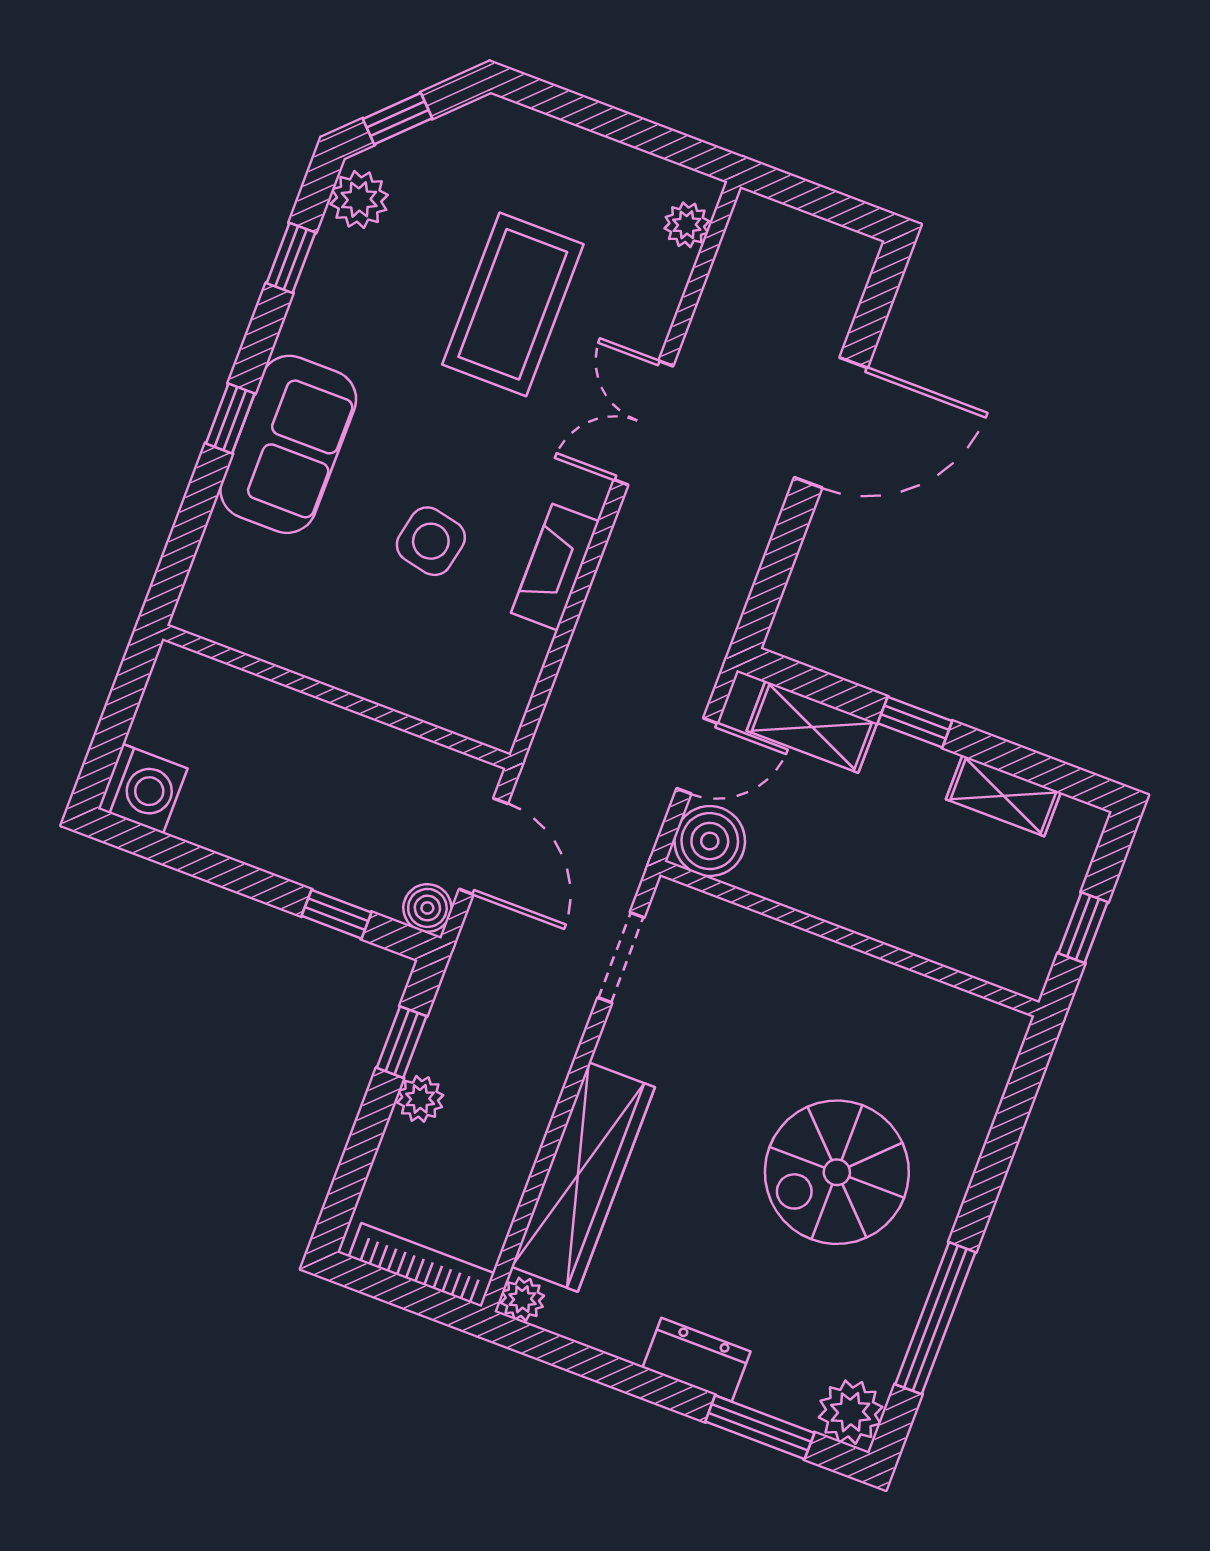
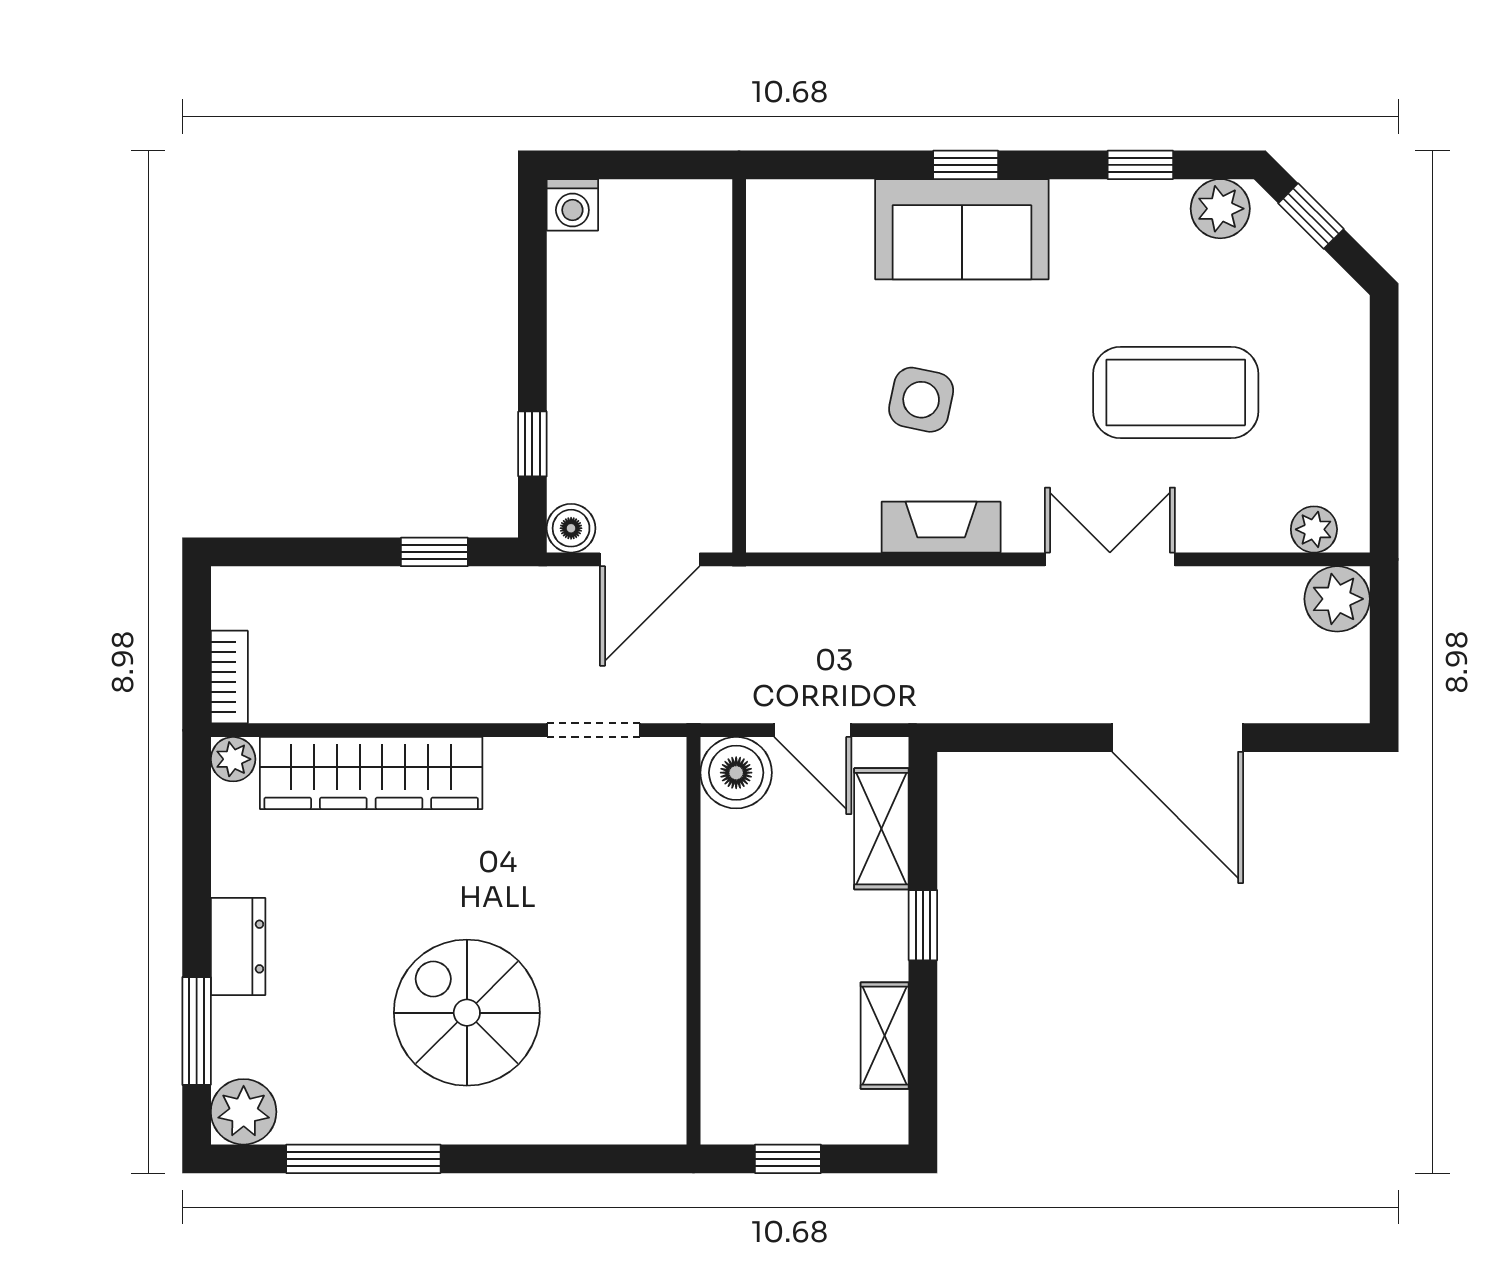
washing machine: (143, 789) -> (572, 205), width x0.73, depth x0.73
plant: (420, 1099) -> (1337, 599), moved, width x1.38, depth x1.38
bookcase: (422, 1265) -> (229, 677), width x0.64

